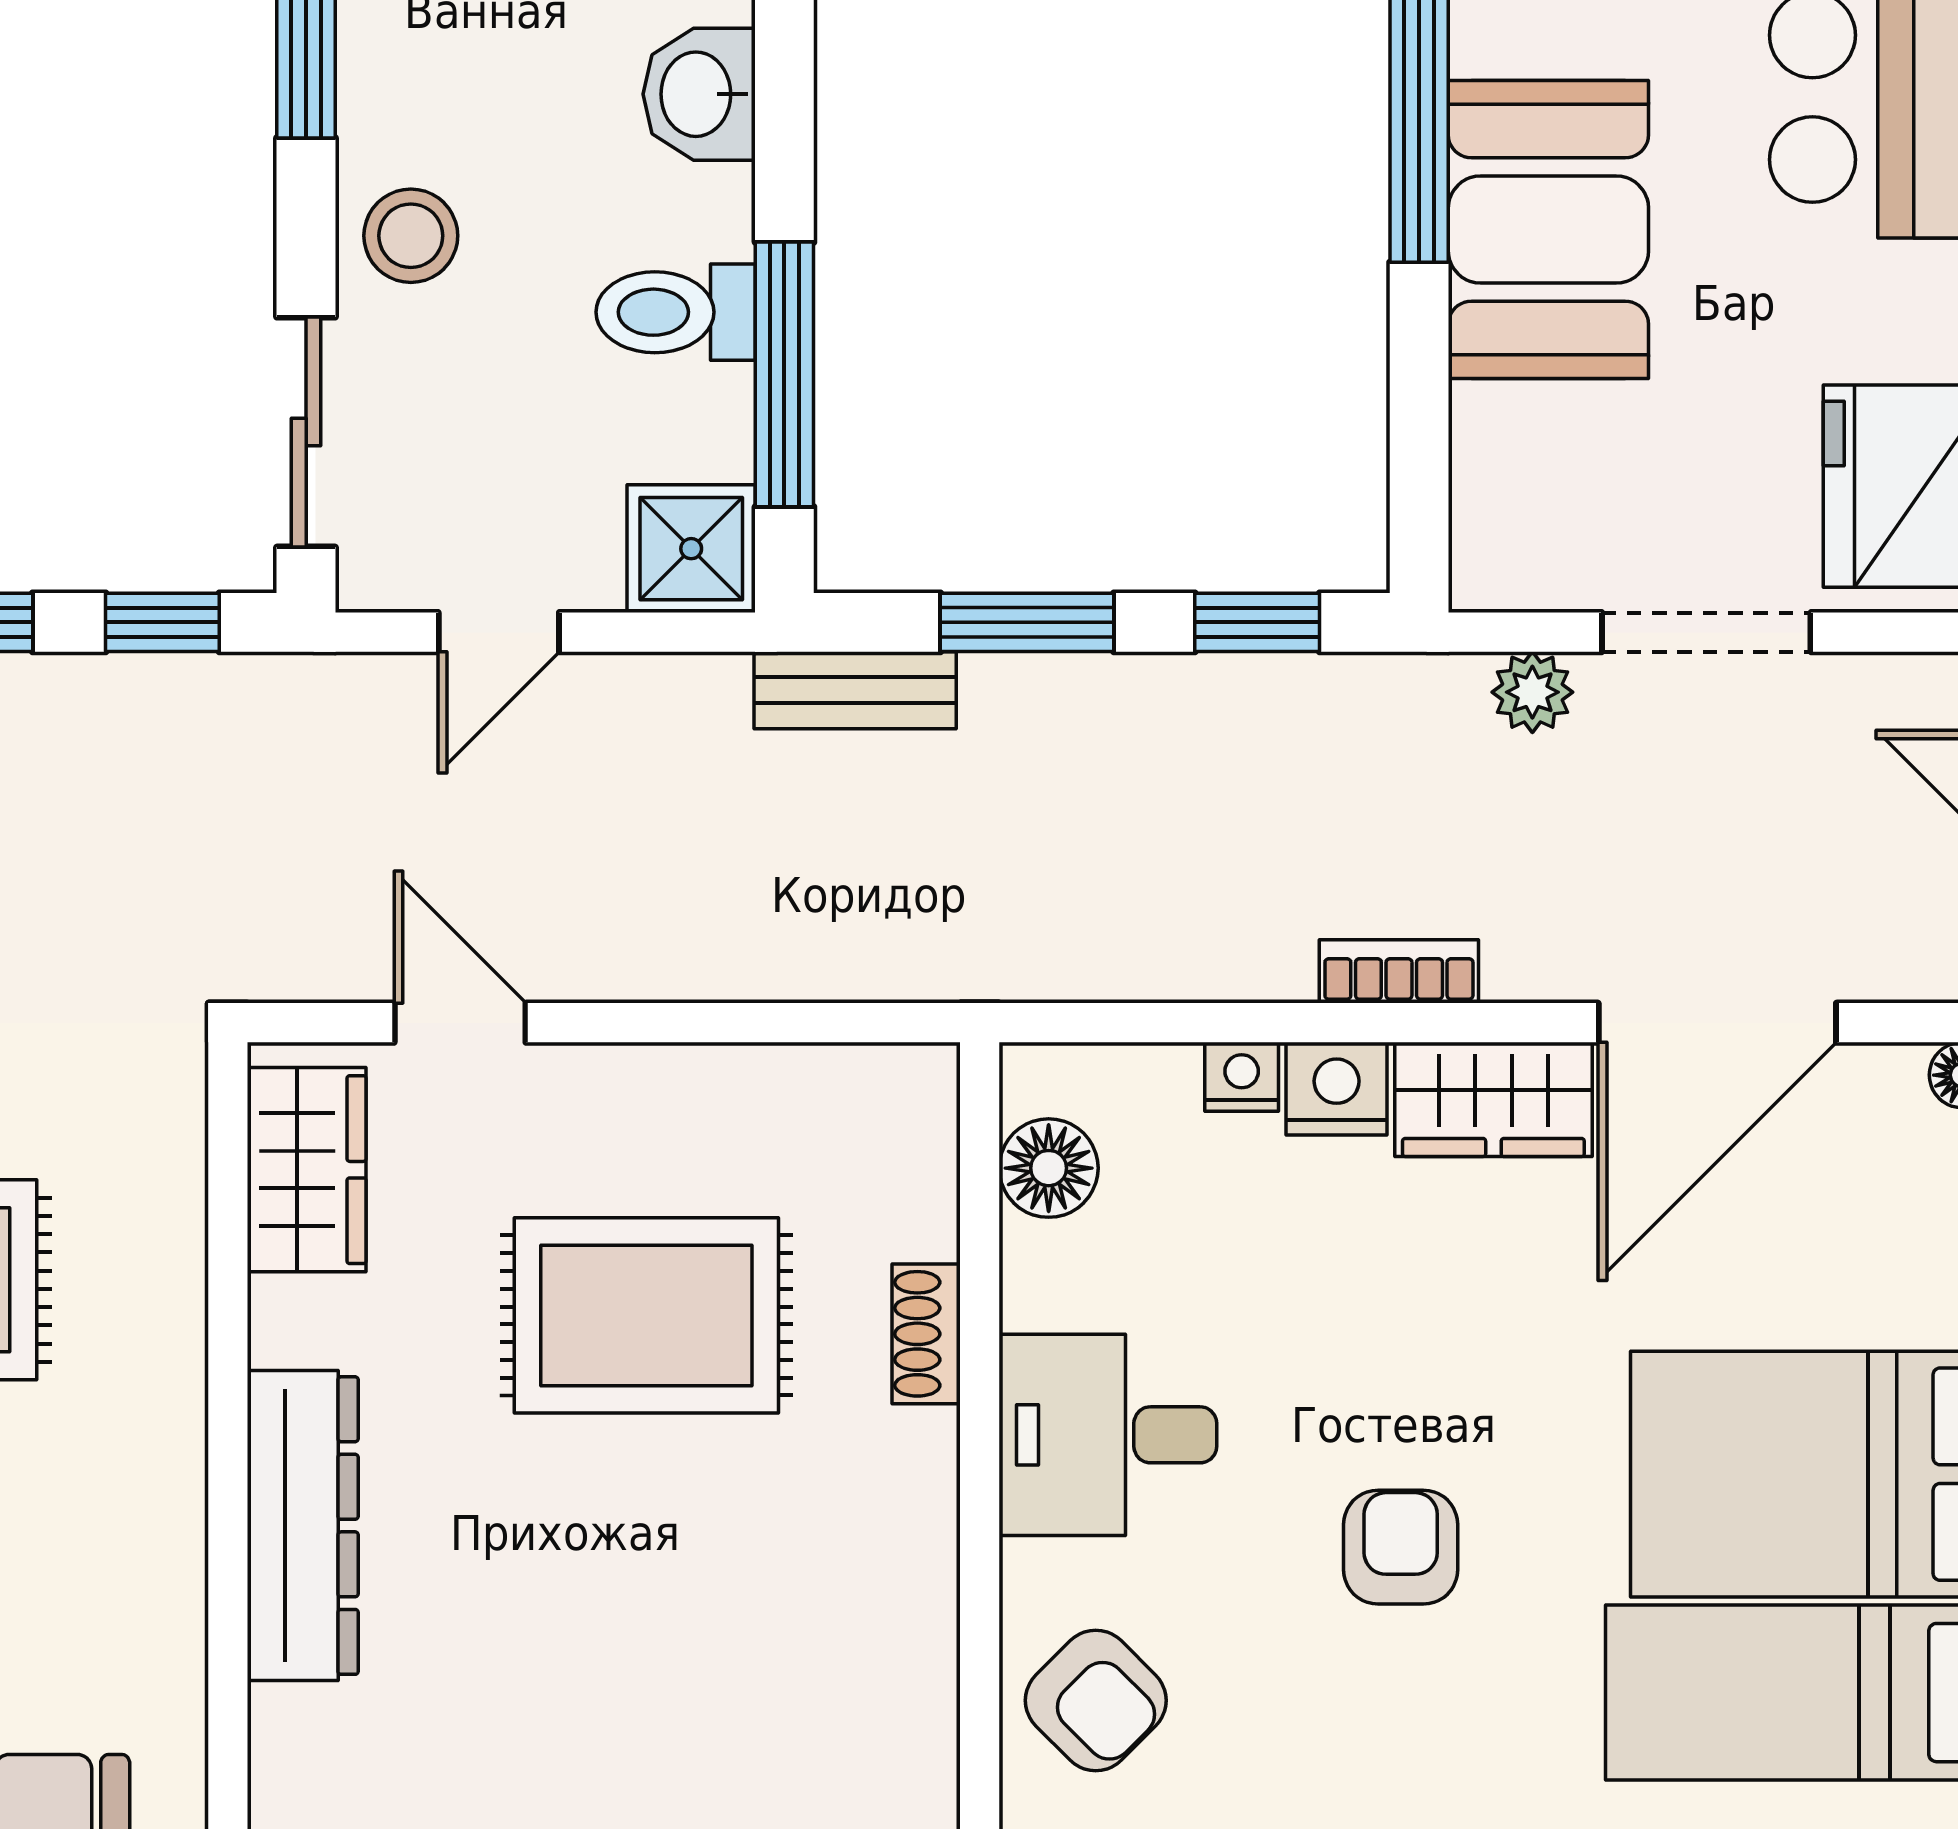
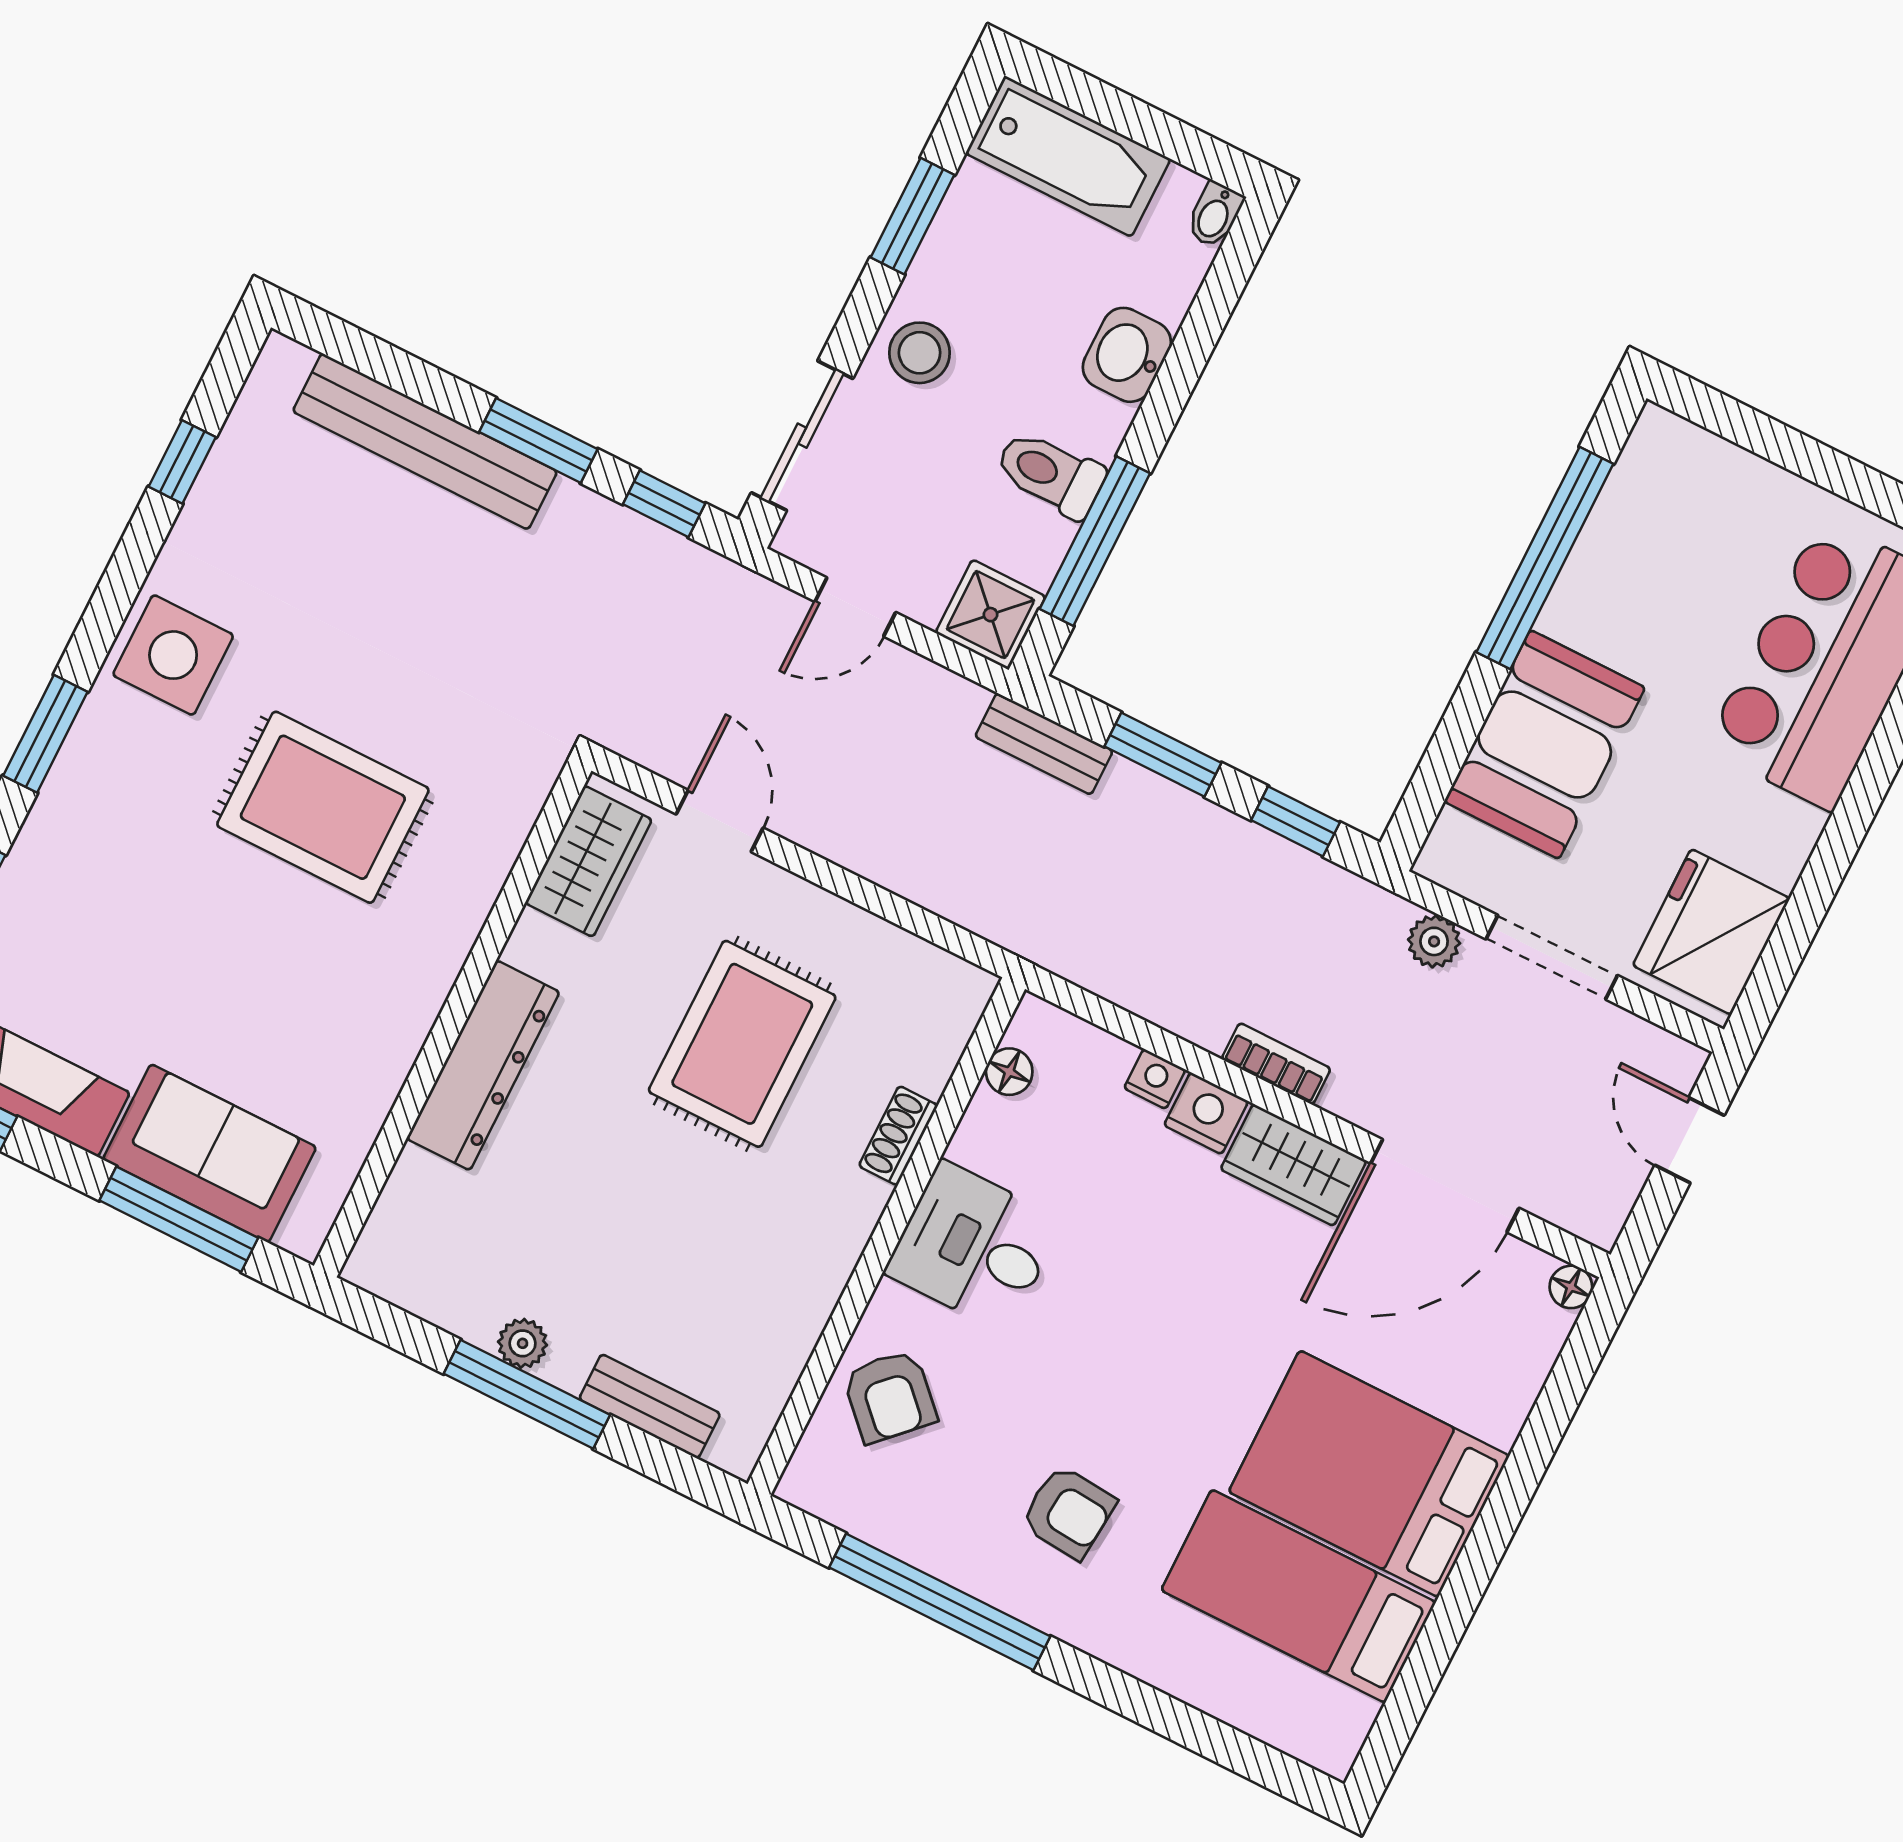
booth: (1548, 229) -> (1545, 744), moved
floor lamp: (1049, 1168) -> (1009, 1072), width x0.73, depth x0.73
rug: (646, 1315) -> (742, 1044), turned 90
armchair: (1401, 1547) -> (1068, 1512), moved, turned 95

